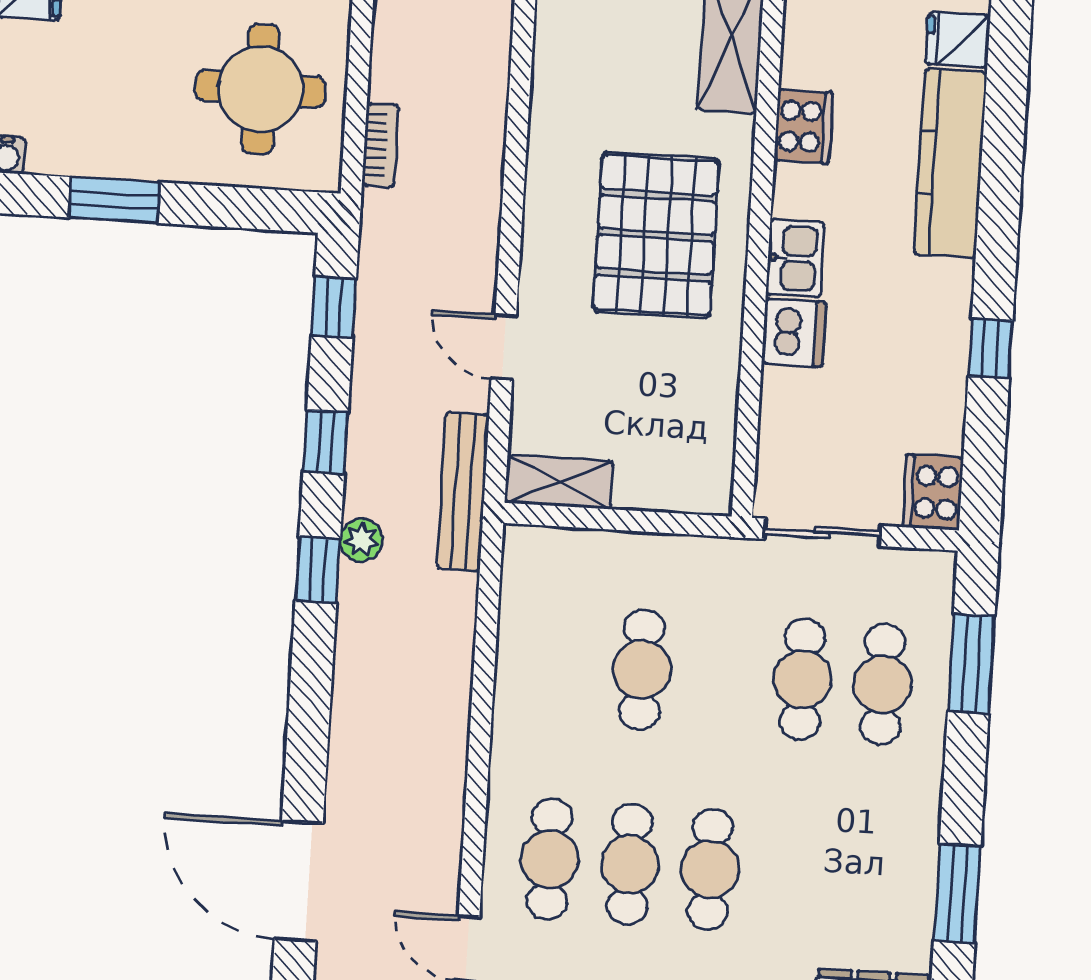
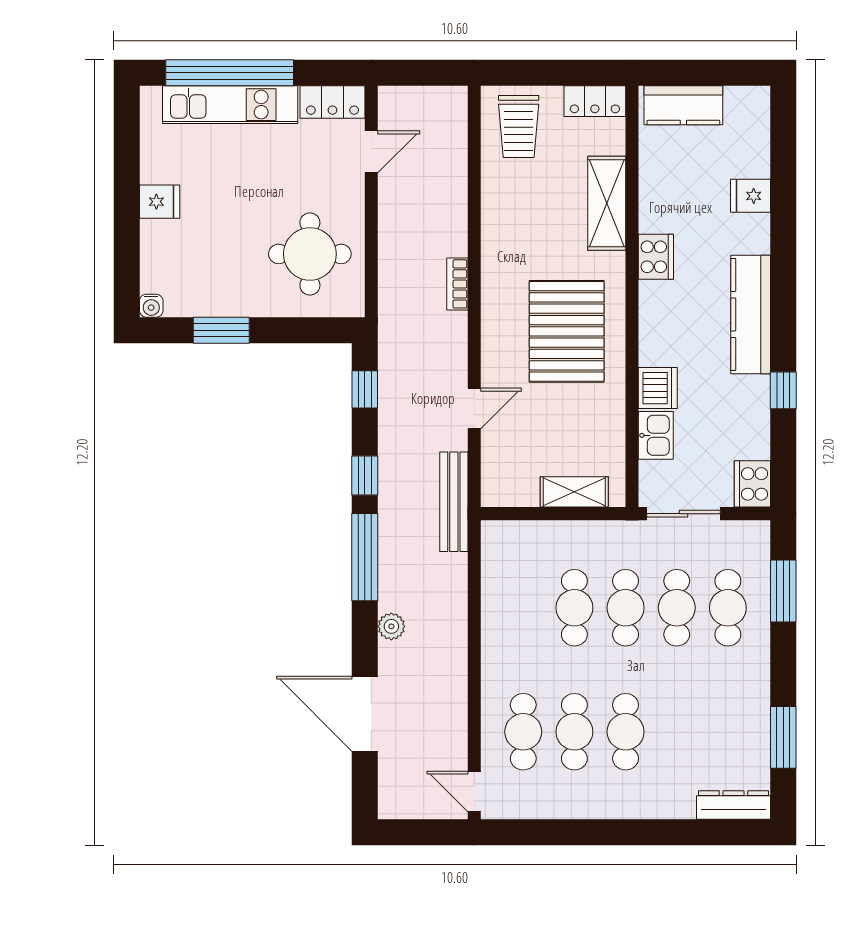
bookcase: (381, 145) -> (457, 284), moved, turned 180
kitchen counter: (950, 163) -> (751, 314), moved
kitchen sink: (795, 258) -> (656, 435), moved
door: (504, 347) -> (474, 409), swing flipped
shelving: (559, 482) -> (574, 492), moved
plant: (361, 540) -> (391, 626), moved
window: (318, 570) -> (365, 557), width x2.17
cafe table: (722, 674) -> (626, 608), added
door: (299, 881) -> (365, 714), moved

